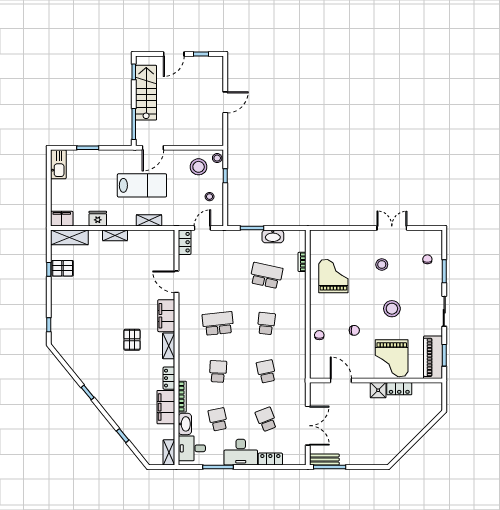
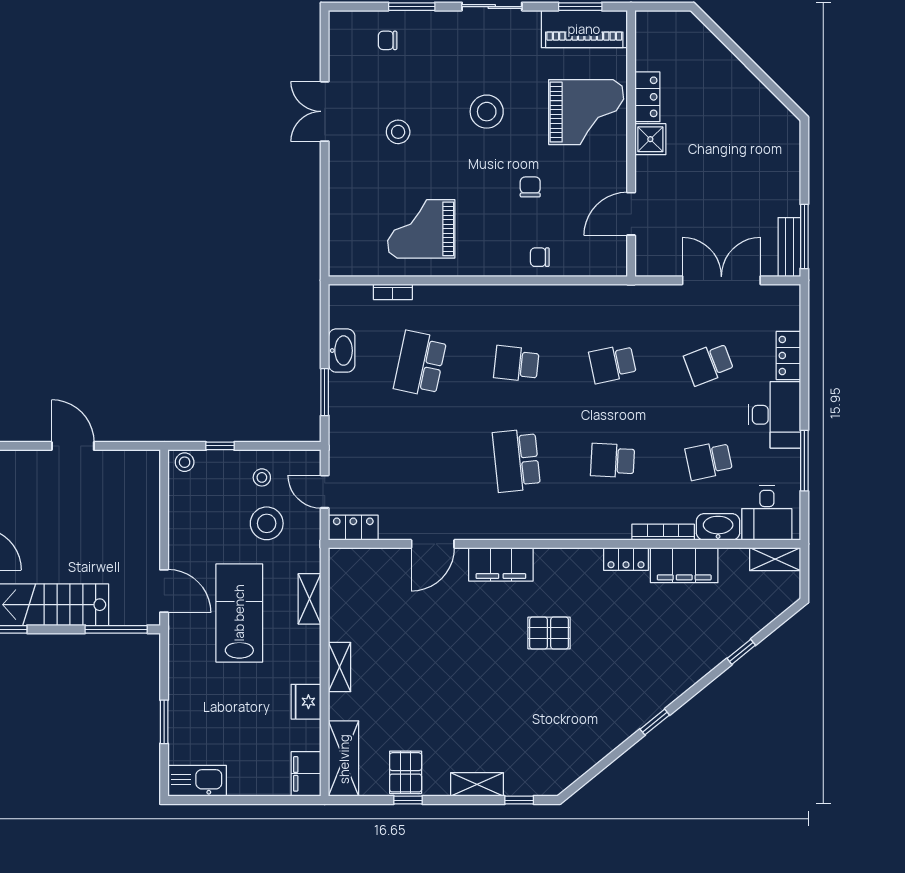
stool: (199, 167) -> (267, 523), moved
shelving: (169, 346) -> (477, 784), moved

